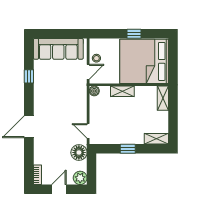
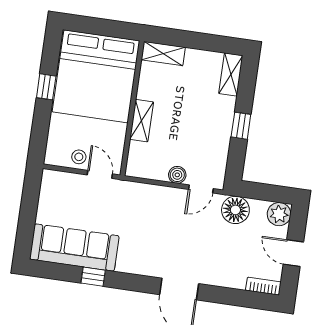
sofa: (58, 49) -> (74, 247), moved, turned -90
boiler: (94, 91) -> (177, 175), moved

